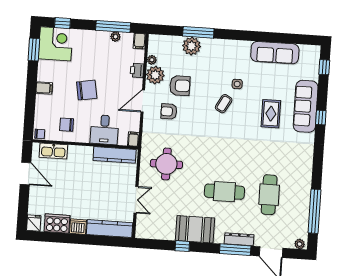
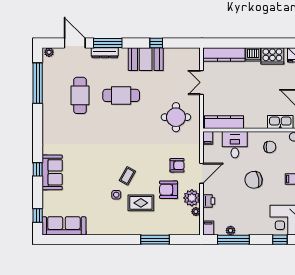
plant: (192, 46) -> (160, 227), removed
sofa: (275, 53) -> (64, 226), moved
sofa: (306, 106) -> (52, 172), width x0.73
rug: (271, 114) -> (141, 203), moved, turned 90

